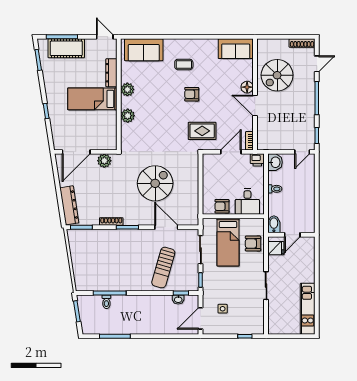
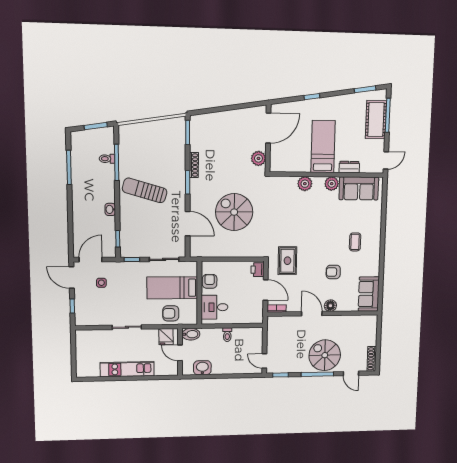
sofa: (144, 50) -> (359, 188), moved, turned -90
dresser: (111, 73) -> (349, 167), width x0.70
spiral stairs: (277, 75) -> (325, 355), moved
armchair: (192, 94) -> (333, 272), moved, turned -90
door: (255, 105) -> (312, 314), hinge flipped
door: (76, 152) -> (268, 128), swing flipped
printer: (257, 160) -> (258, 270), moved
washbasin: (275, 162) -> (202, 368), moved, turned 180
spiral stairs: (155, 183) -> (234, 212), turned 180
dresser: (69, 205) -> (211, 120), removed
door: (166, 227) -> (188, 224), hinge flipped
armchair: (253, 244) -> (171, 313), turned -90
sun lounger: (163, 268) -> (145, 190), moved
washbasin: (178, 299) -> (110, 209), moved
kitchen unit: (308, 309) -> (127, 369), moved
door: (200, 318) -> (91, 260), hinge flipped
door: (217, 336) -> (72, 278), added

